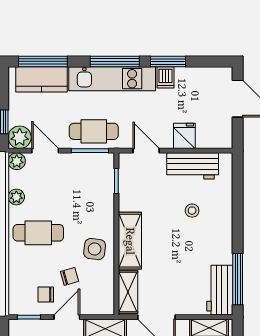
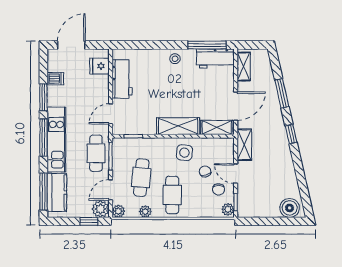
dishwasher: (165, 77) -> (55, 79), moved
fridge: (184, 136) -> (99, 66), moved
cafe table: (61, 191) -> (141, 178), added
stool: (192, 211) -> (175, 59), moved
plant: (19, 307) -> (228, 209), added

